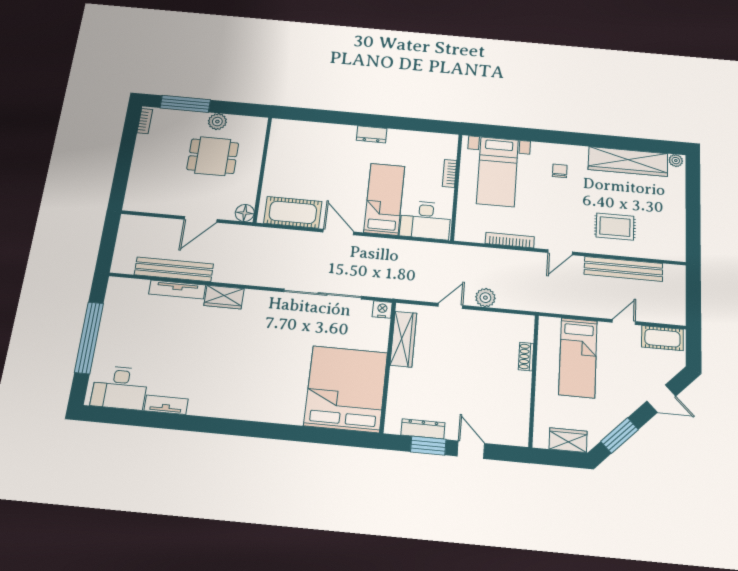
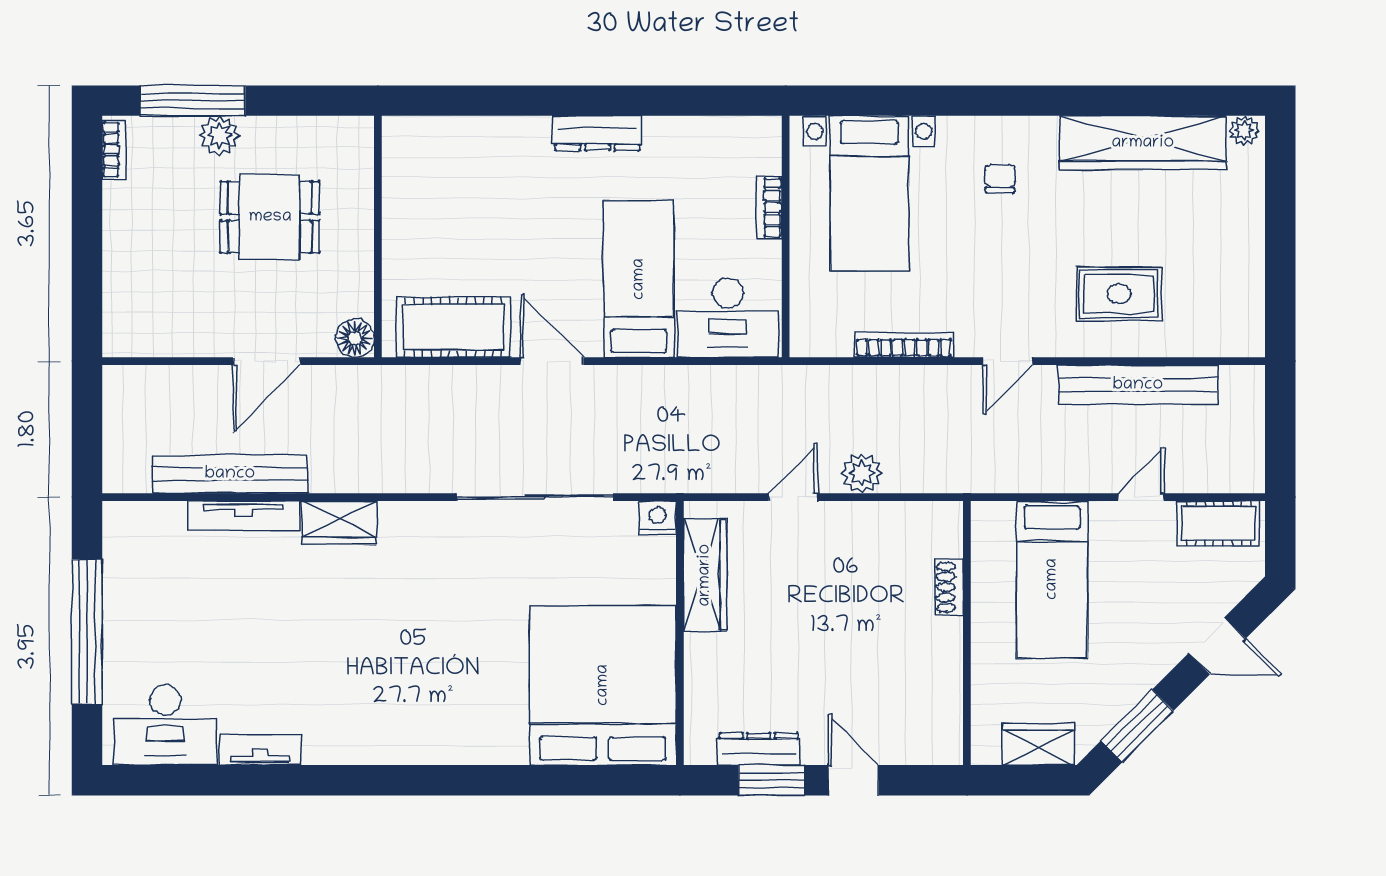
plant: (217, 122) -> (219, 136), moved
dresser: (372, 134) -> (597, 133), width x1.44

